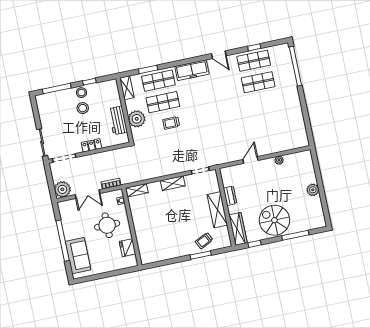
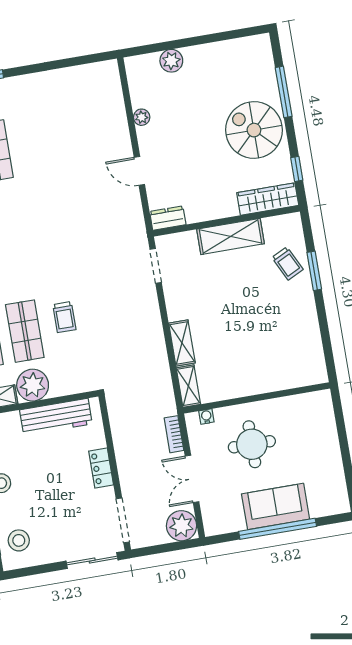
stool: (83, 108) -> (19, 540), moved
plant: (137, 119) -> (33, 385), moved
workbench: (118, 120) -> (56, 417), width x1.38
shelving: (173, 183) -> (182, 343), moved
plant: (313, 190) -> (171, 61), moved
double door: (87, 194) -> (192, 479), swing flipped
dresser: (230, 196) -> (168, 218), moved
spiral stairs: (274, 220) -> (254, 130), turned 90
fridge: (128, 248) -> (295, 407), removed
sofa: (78, 256) -> (276, 506), moved

